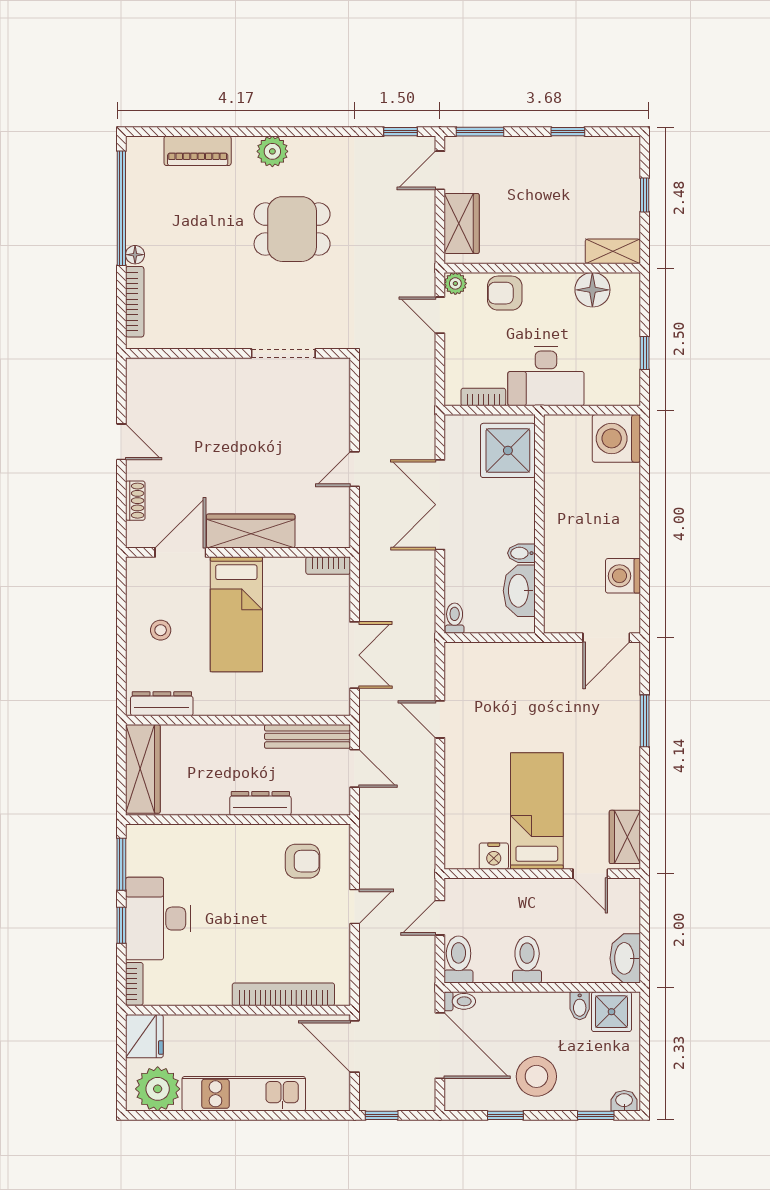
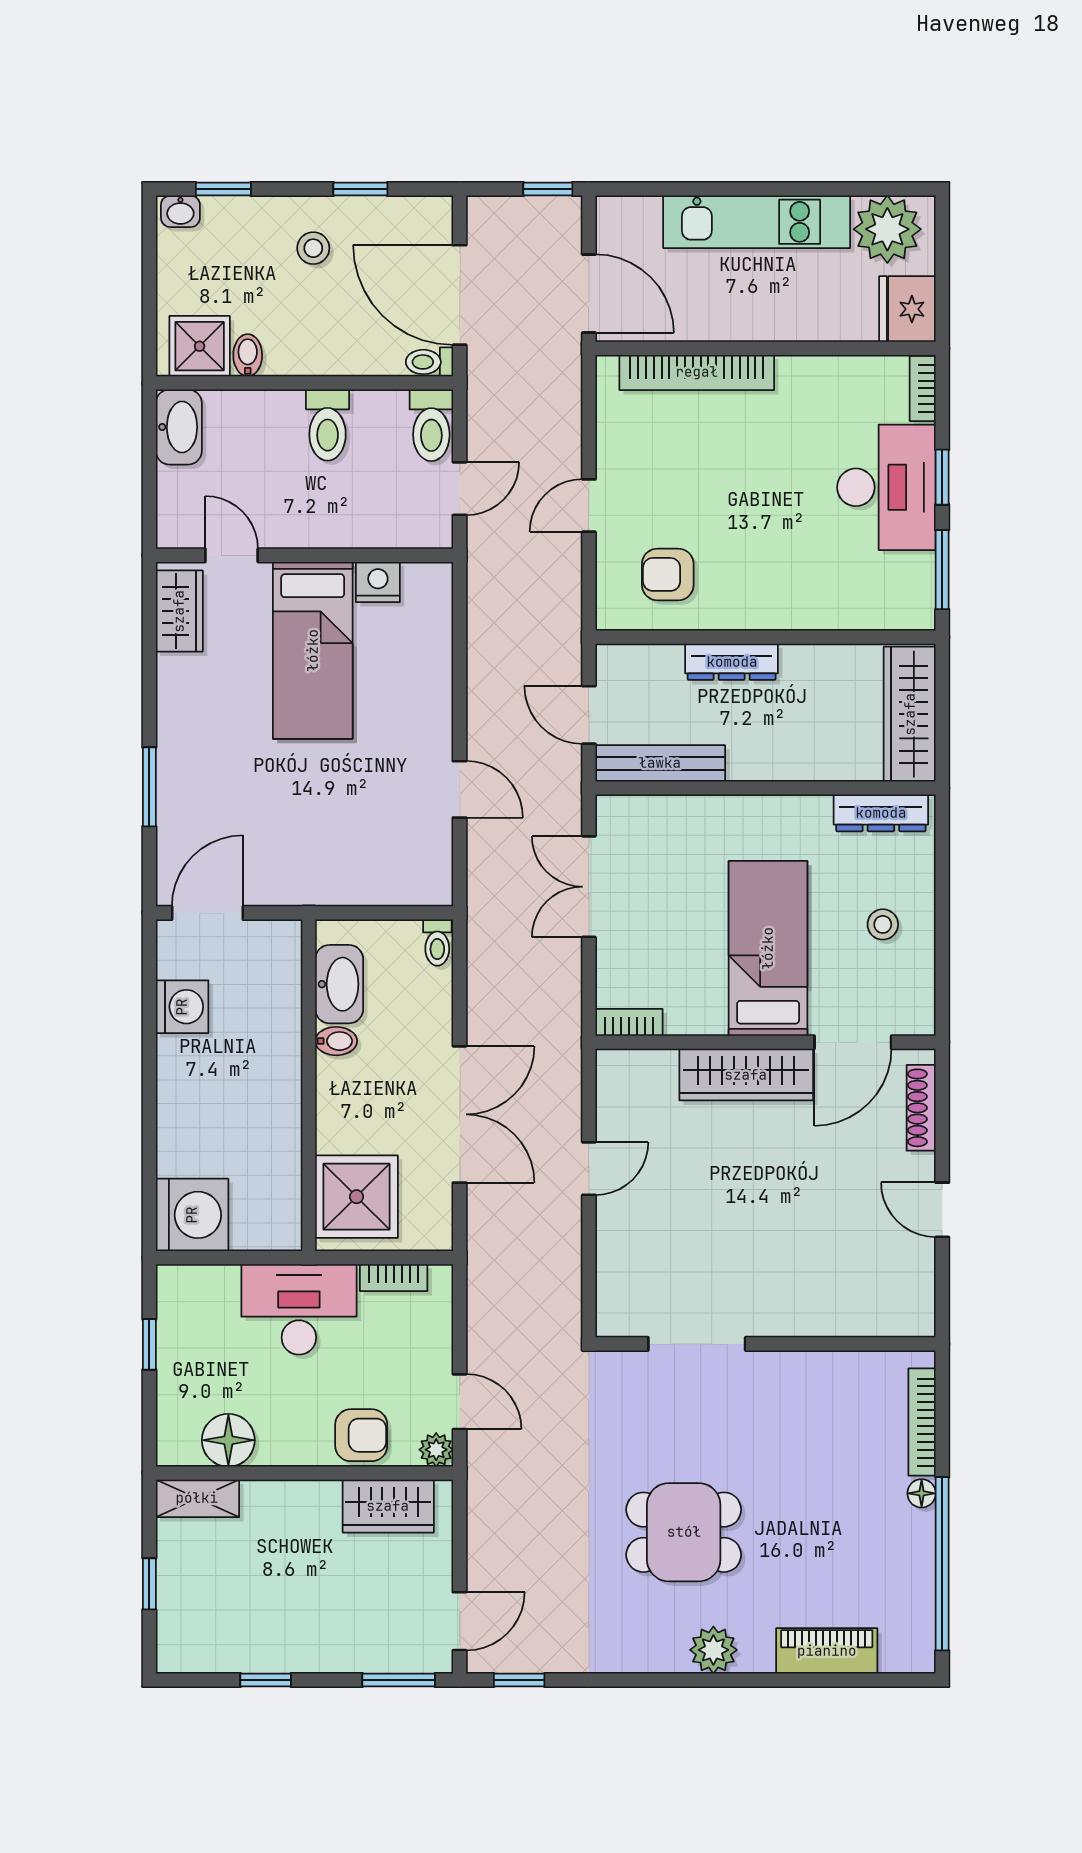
wardrobe: (462, 223) -> (388, 1506), moved, turned -90
shoe rack: (135, 501) -> (921, 1108), width x1.43
stool: (536, 1076) -> (313, 248), width x0.53, depth x0.53

